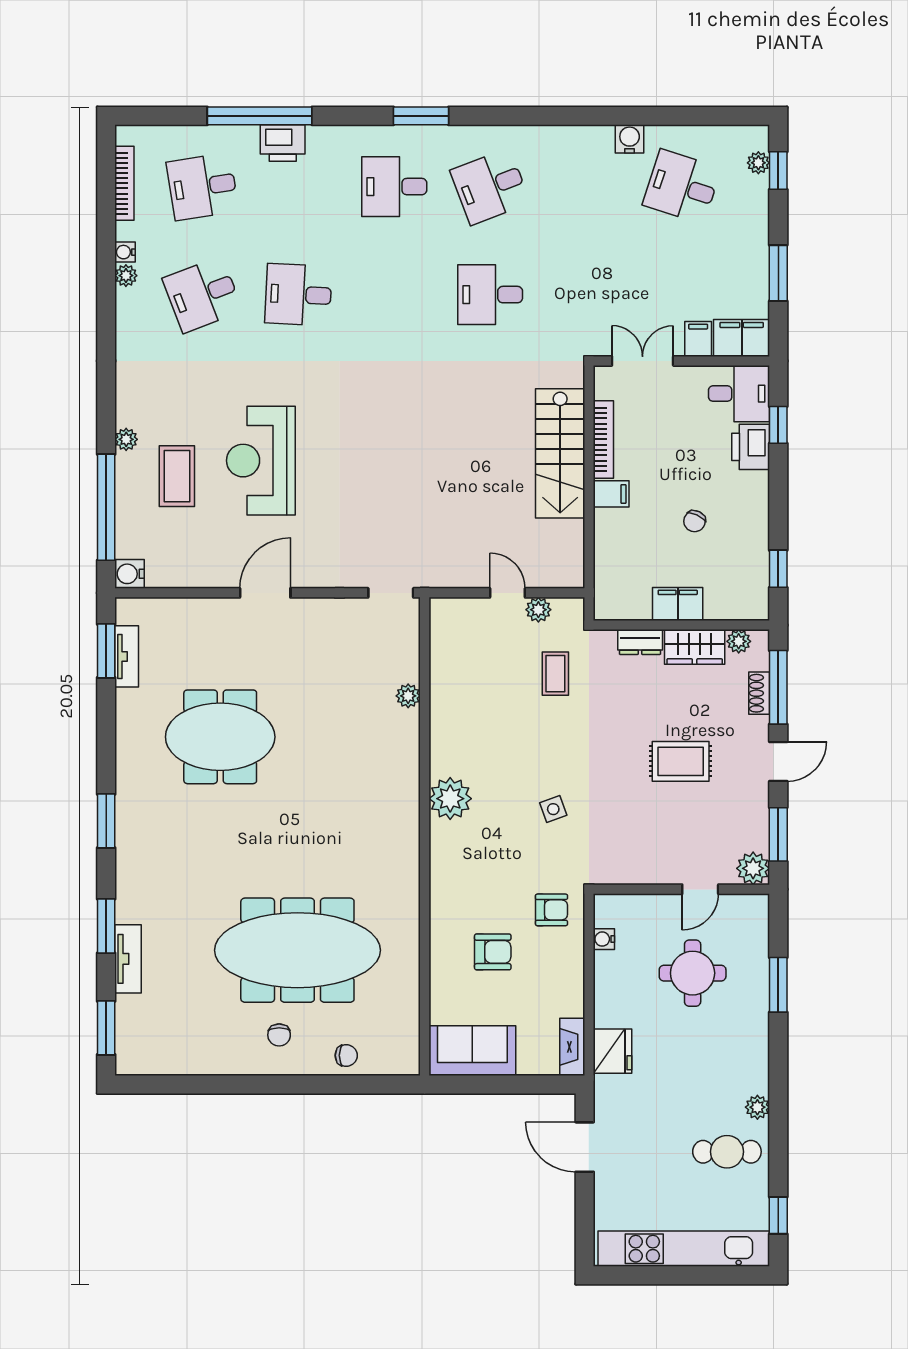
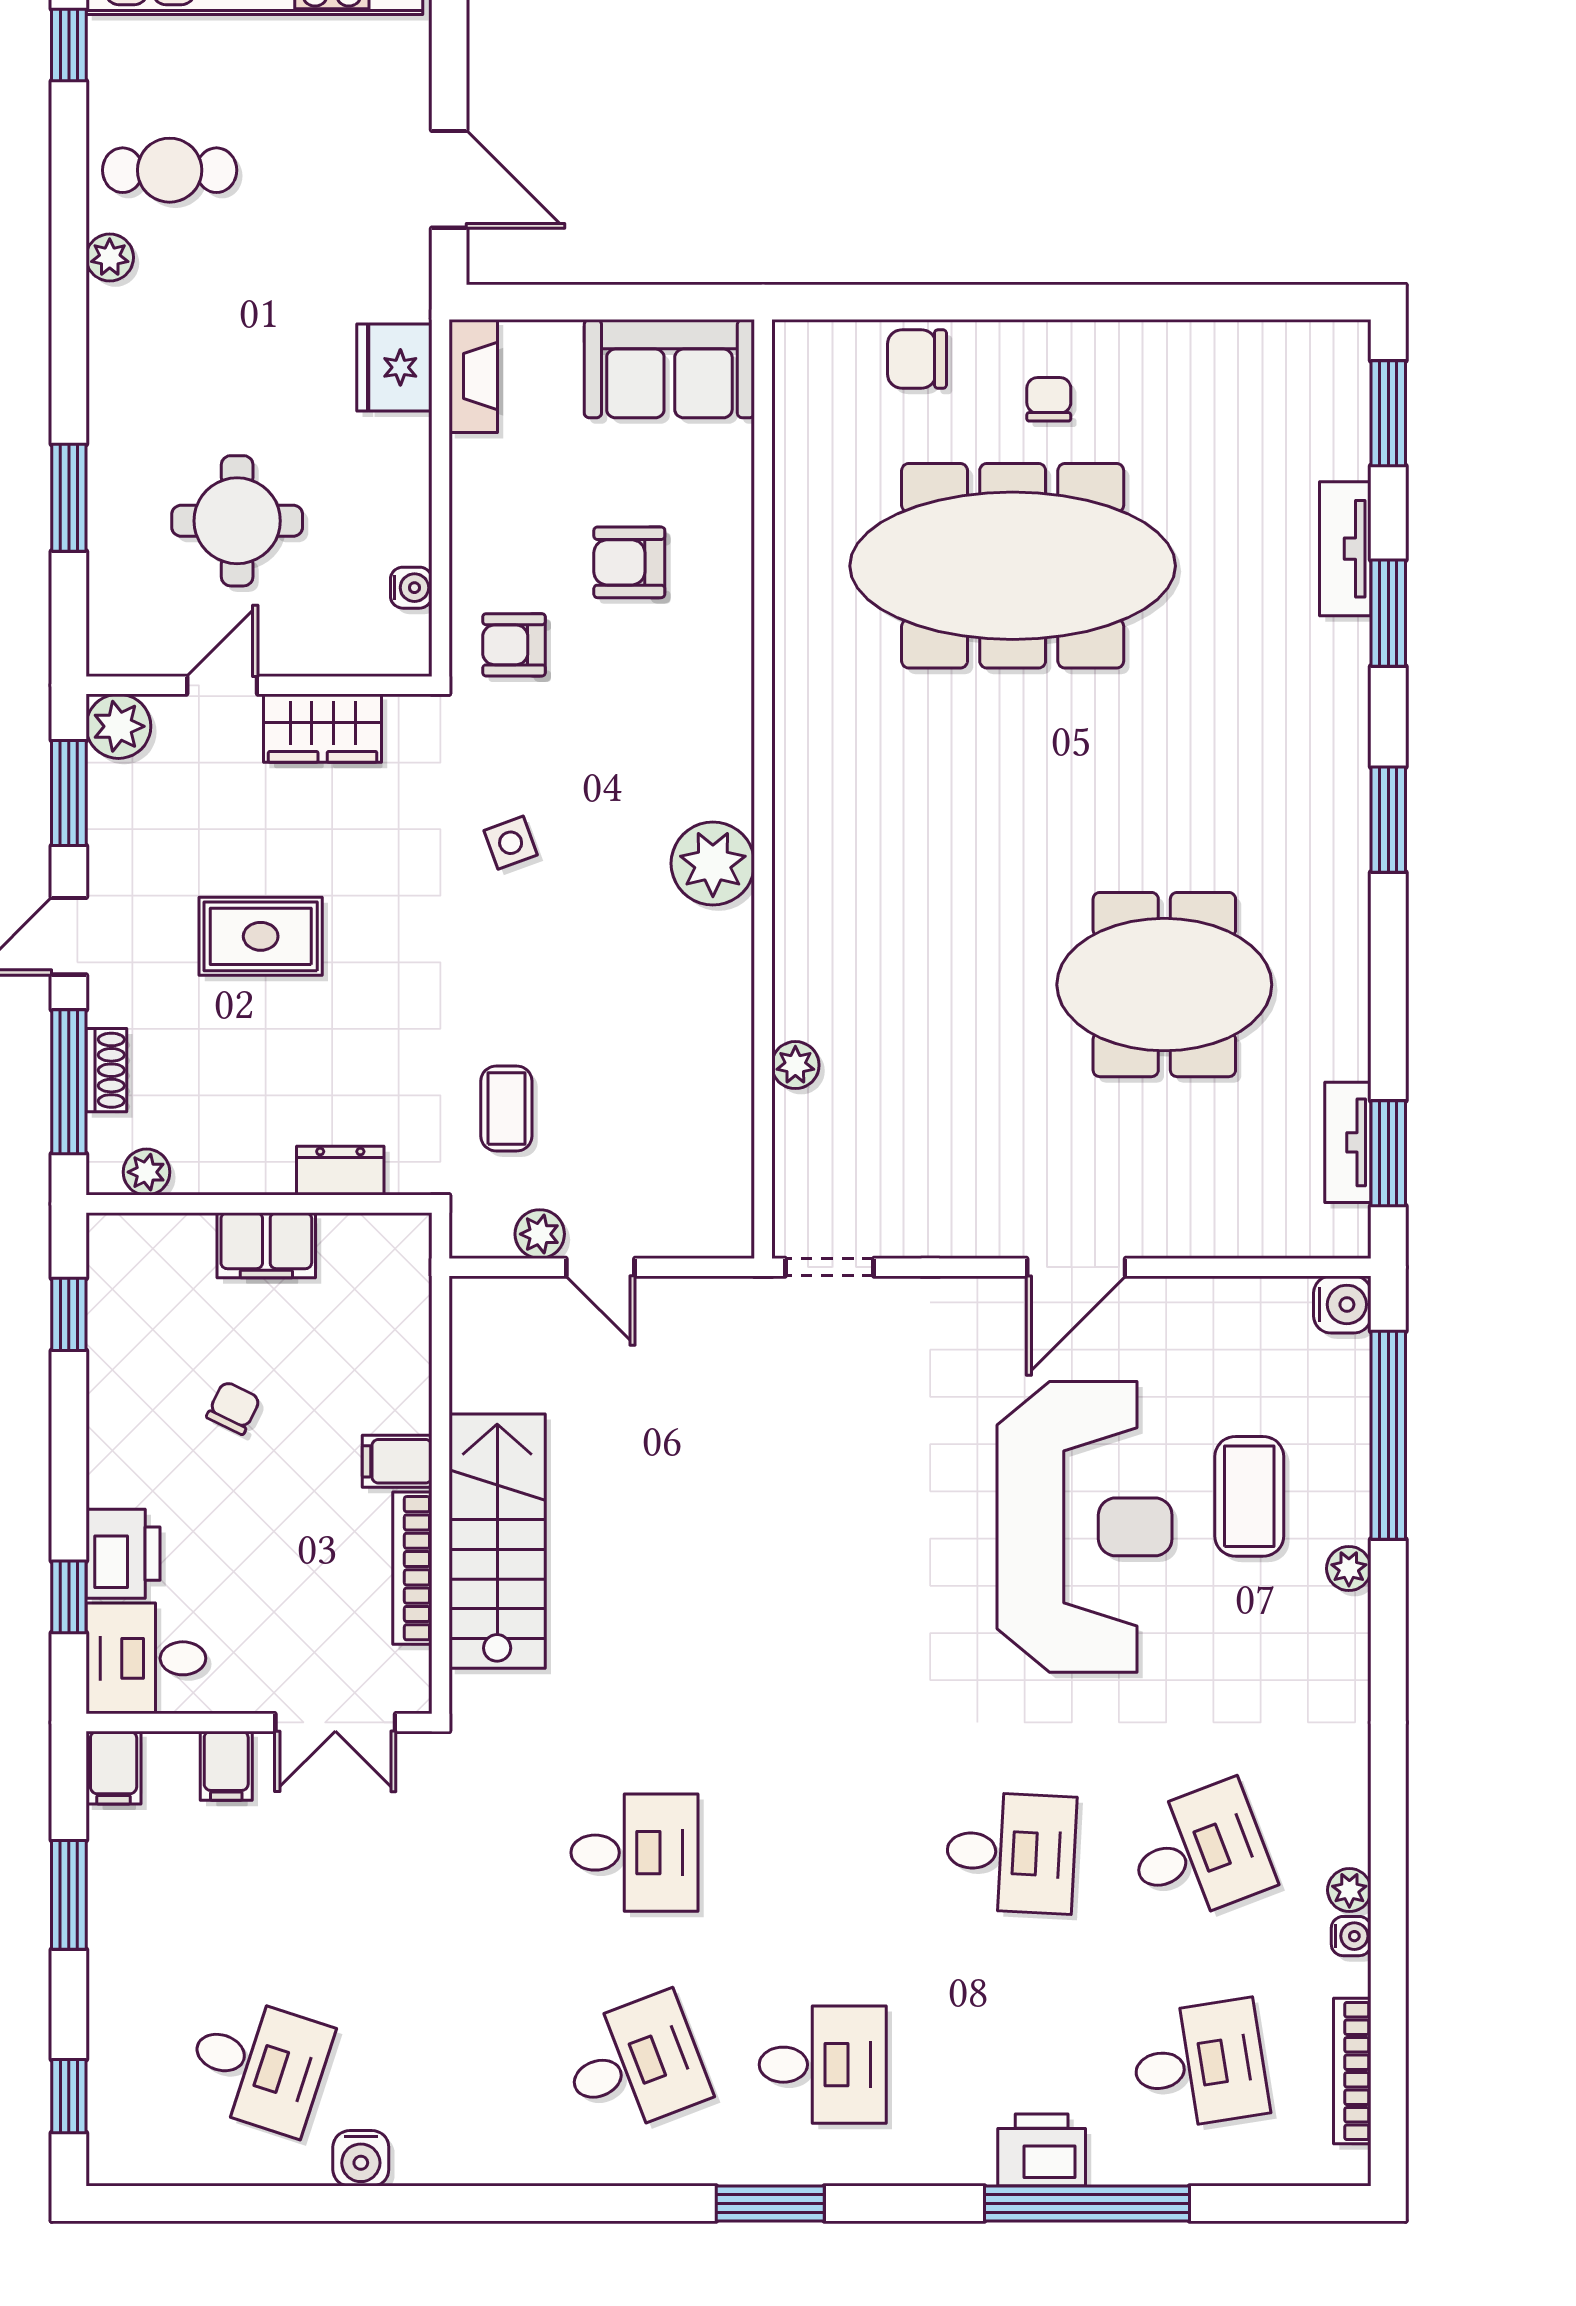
plant: (758, 163) -> (108, 2111), removed
filing cabinet: (742, 338) -> (114, 1768), width x0.50
reception desk: (261, 461) -> (1084, 1527), width x1.36, depth x1.30
wardrobe: (695, 647) -> (323, 728), moved, turned 180
chair: (346, 1055) -> (917, 359), width x1.37, depth x1.37

